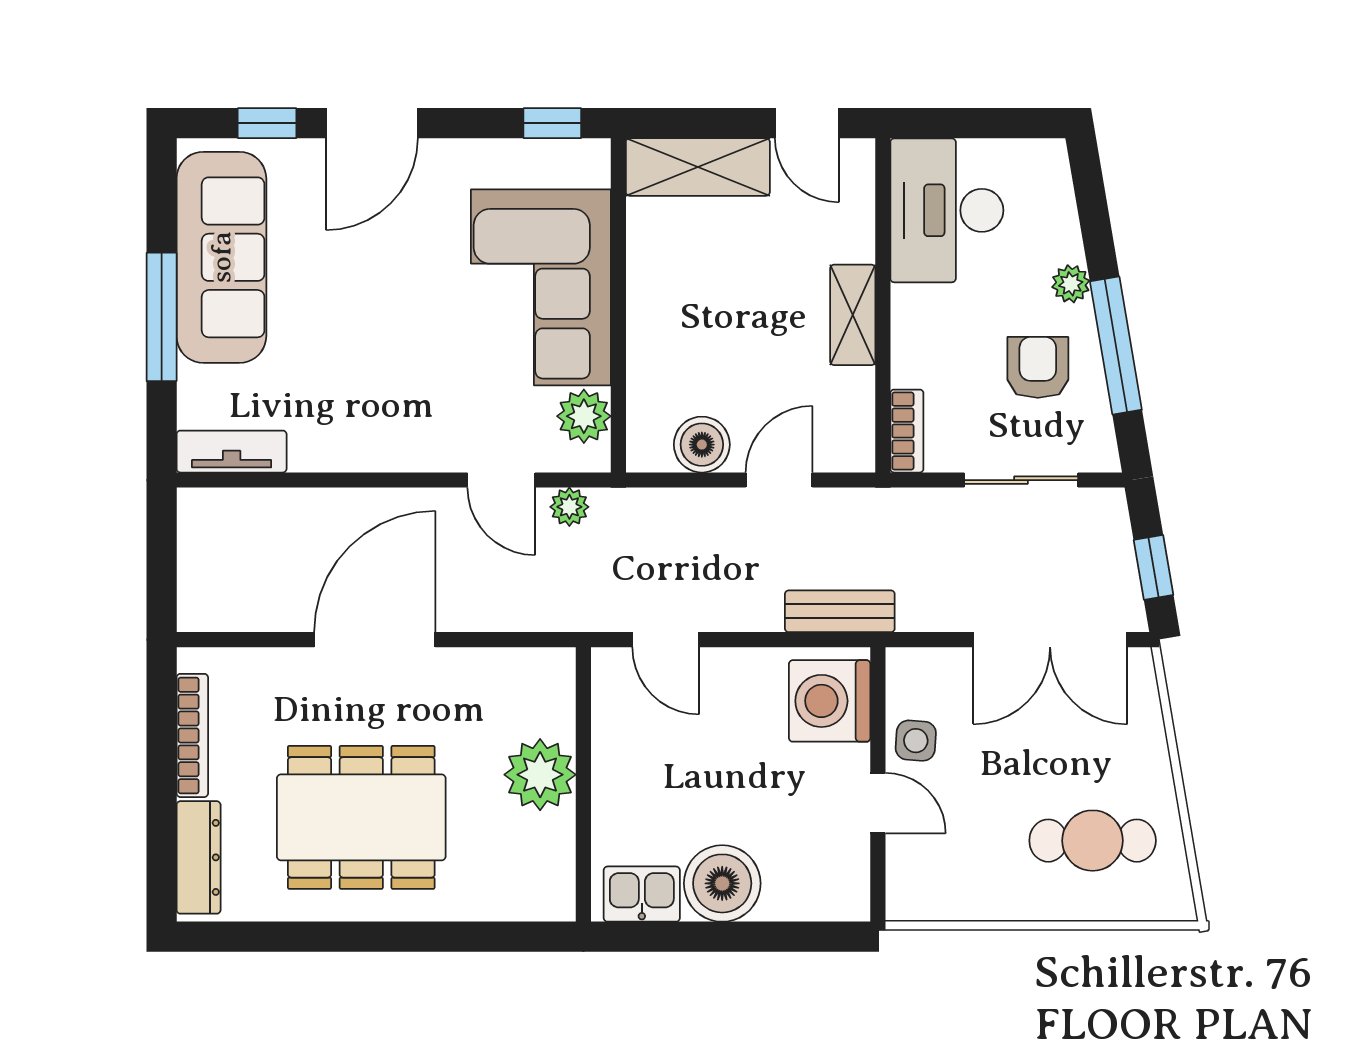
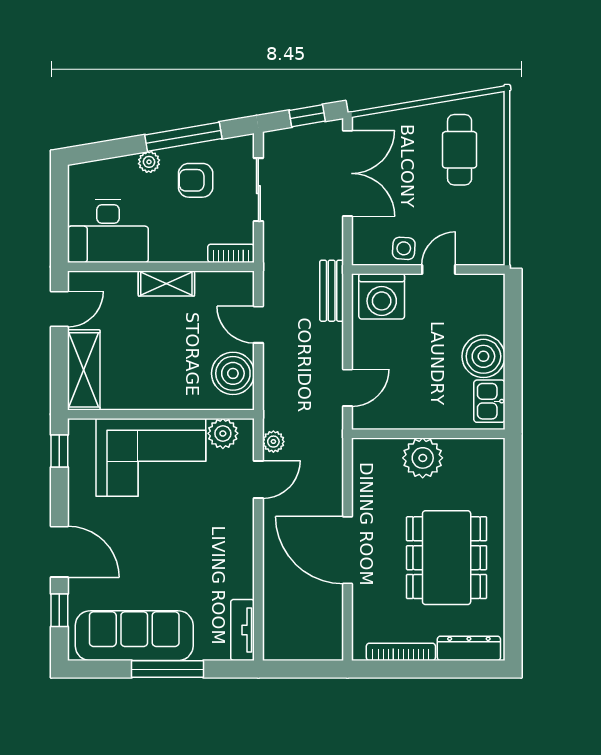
boiler: (702, 445) -> (233, 373), width x1.37, depth x1.37

